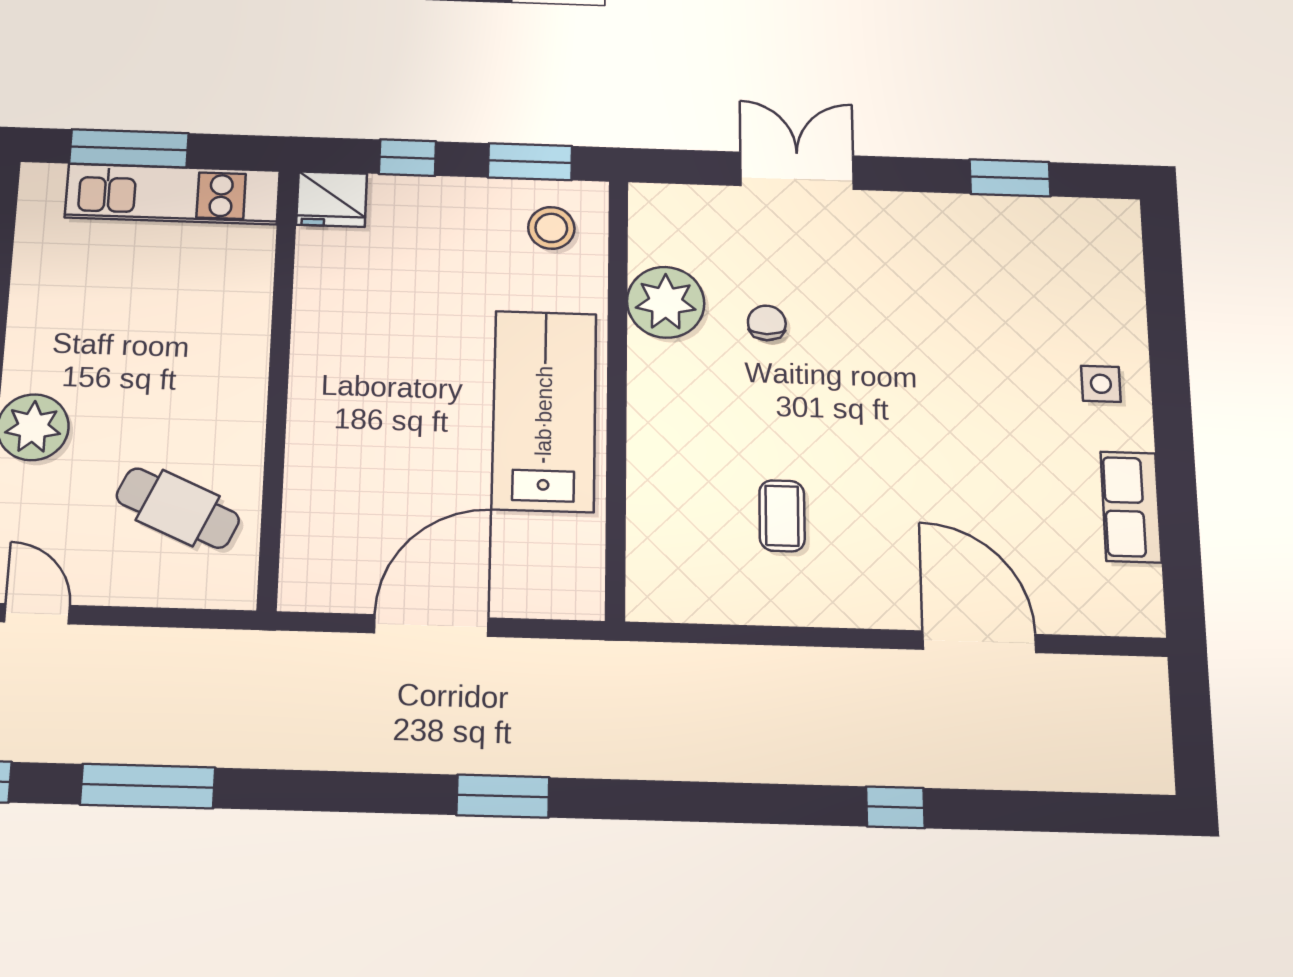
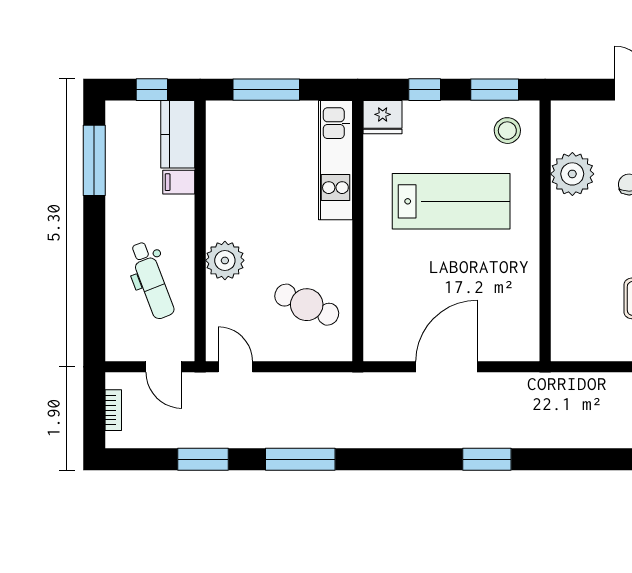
kitchen unit: (173, 194) -> (335, 160), moved, turned 90
lab bench: (544, 411) -> (451, 201), moved, turned 90

